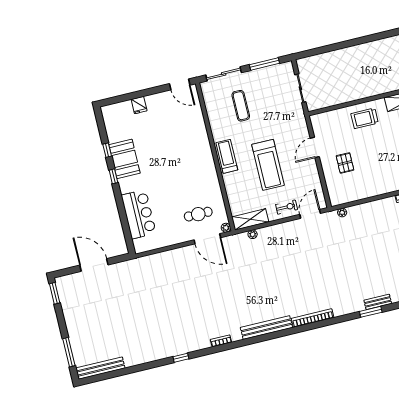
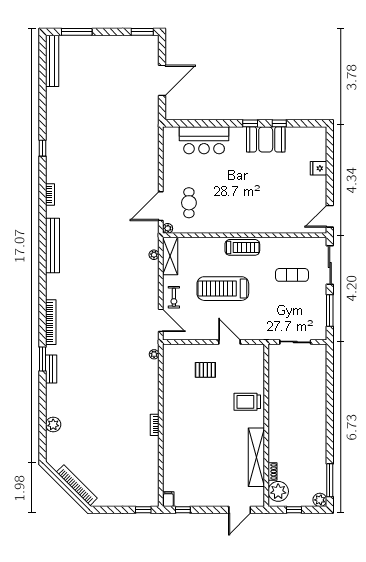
trolley: (365, 118) -> (247, 402), turned -90
bookcase: (313, 318) -> (51, 322), moved

